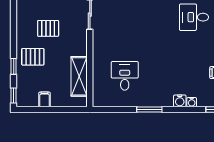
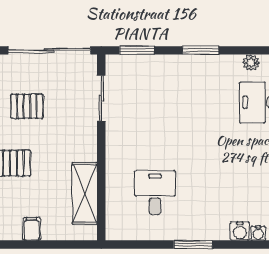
pallet: (48, 28) -> (27, 106), moved

